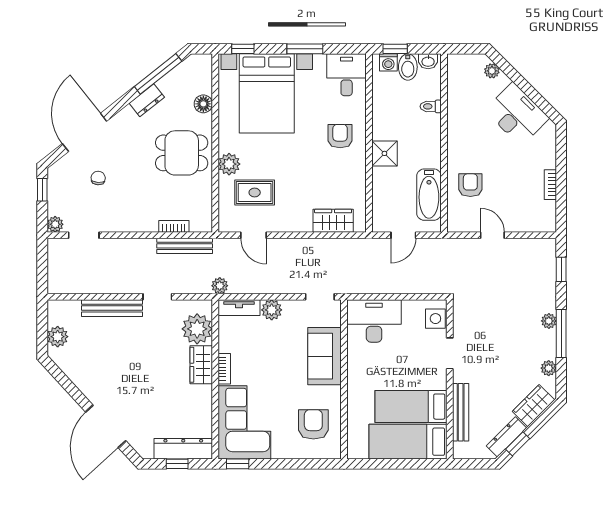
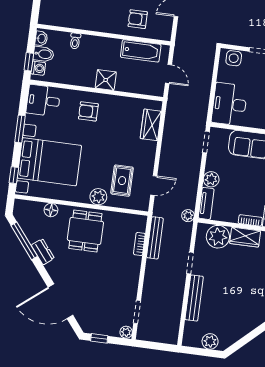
chair: (98, 178) -> (96, 296), removed

